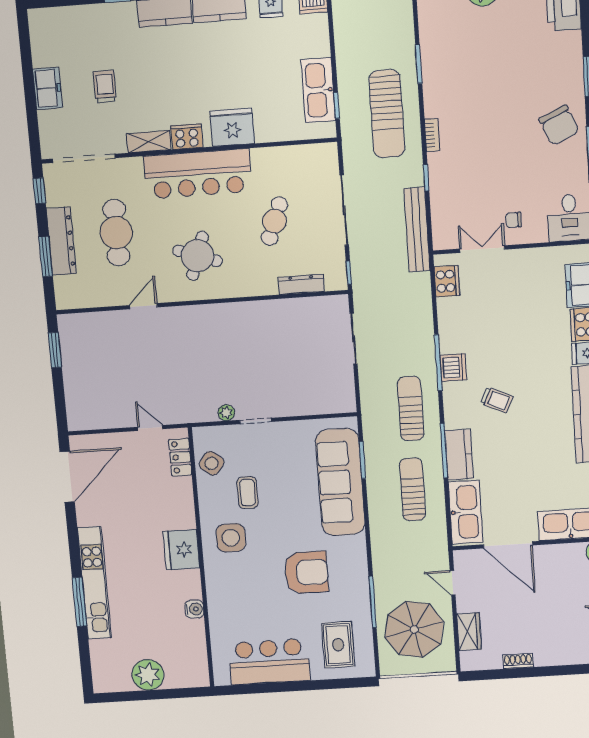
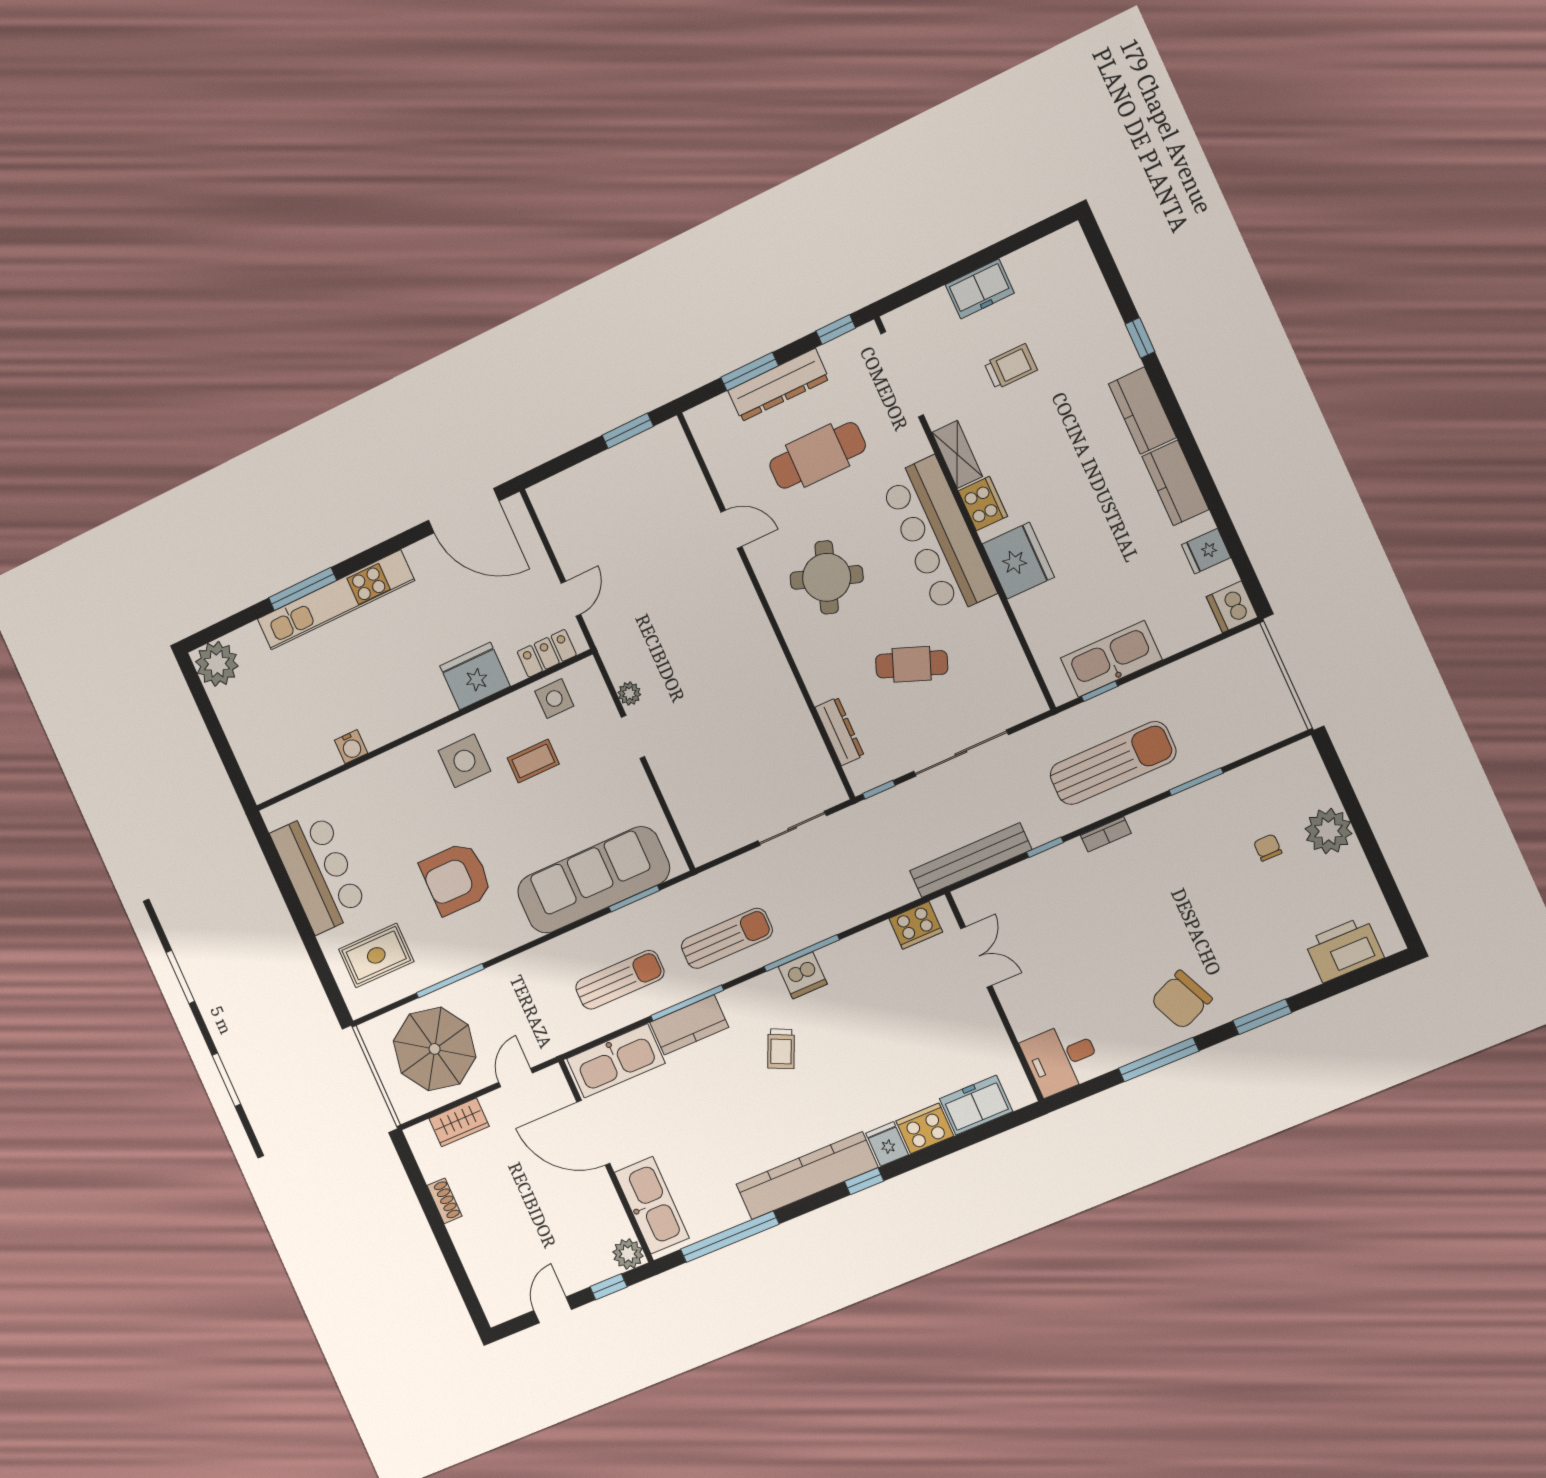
sun lounger: (387, 114) -> (1113, 763), turned 180
chair: (514, 220) -> (1268, 848), moved
side table: (212, 463) -> (554, 699), turned -38
door: (508, 545) -> (593, 1133), hinge flipped
fridge: (181, 550) -> (475, 676), moved
armchair: (306, 572) -> (456, 878), turned 90
plant: (148, 675) -> (217, 664), moved

